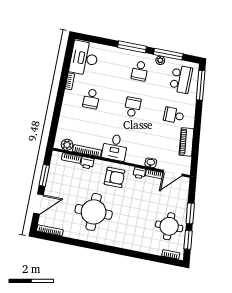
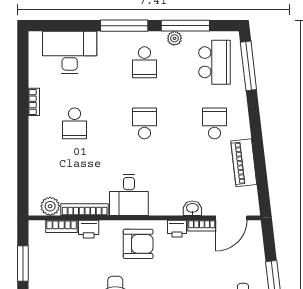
desk: (84, 58) -> (70, 52), moved, turned 90
school desk: (174, 115) -> (214, 123), turned 90

